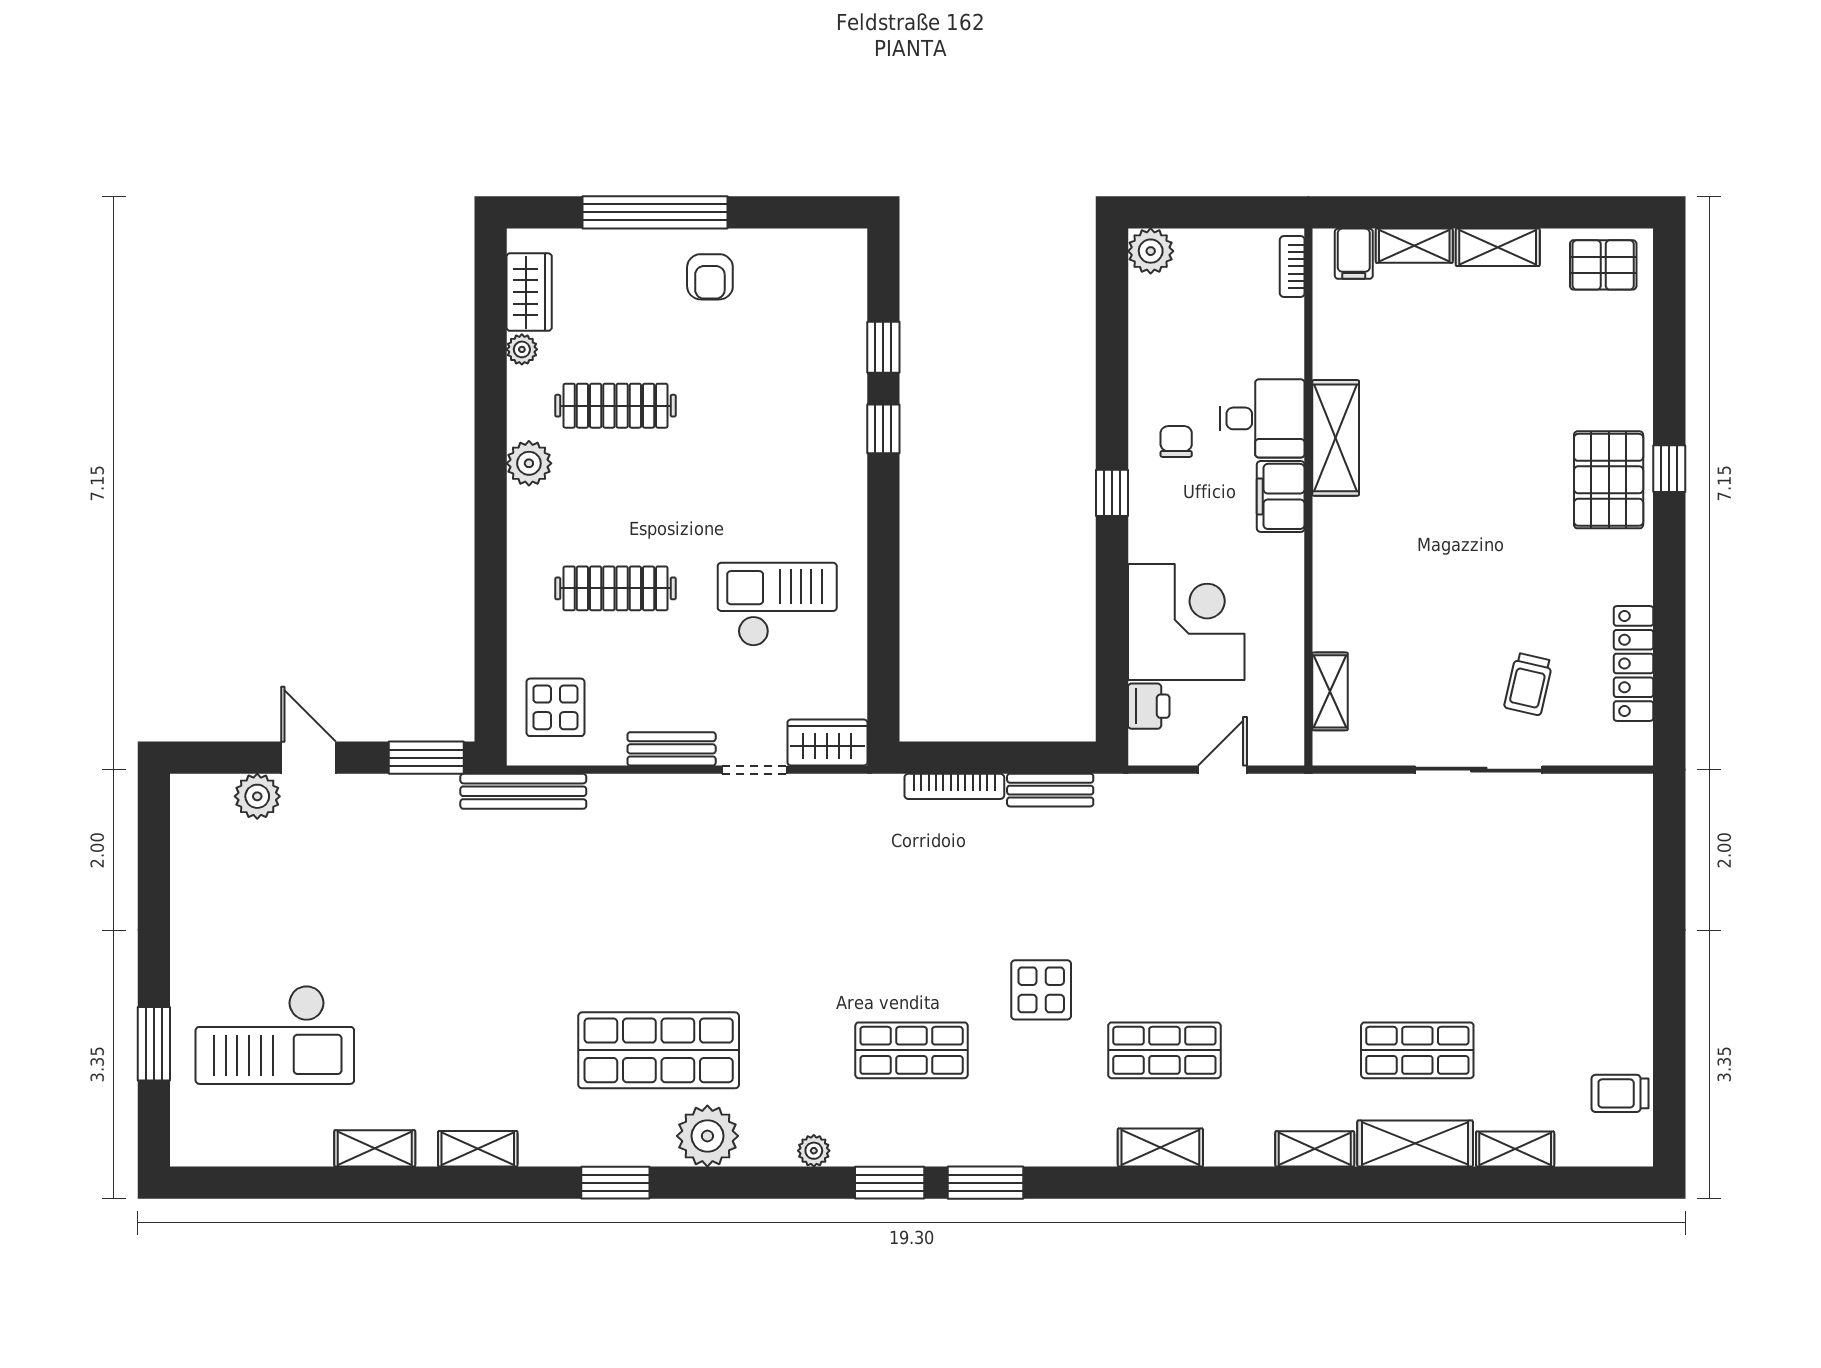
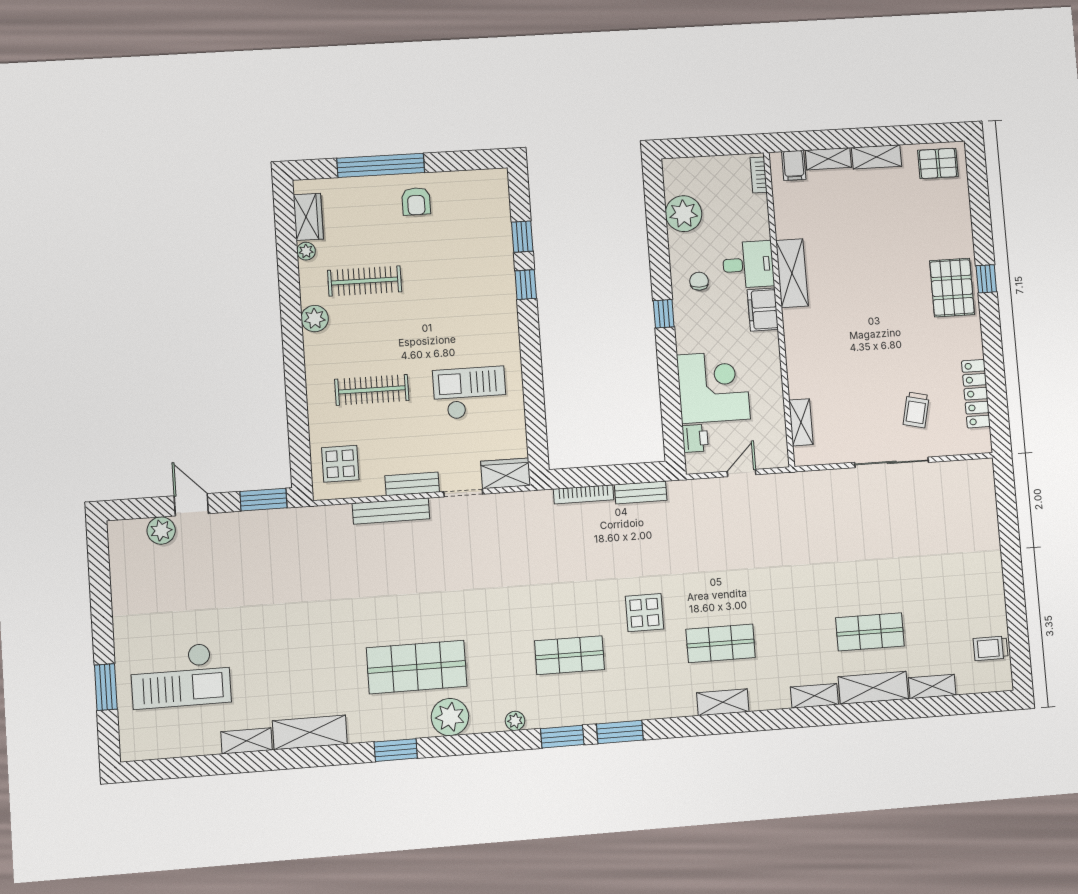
plant: (1151, 251) -> (684, 214), moved, width x1.36, depth x1.36
bench: (523, 791) -> (391, 511), moved
shelving: (478, 1149) -> (310, 732), width x1.50, depth x1.33

